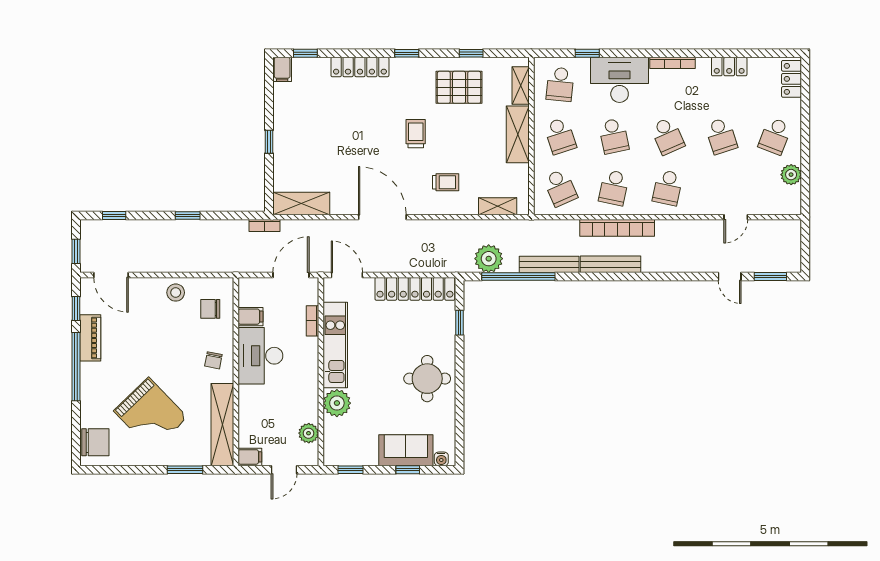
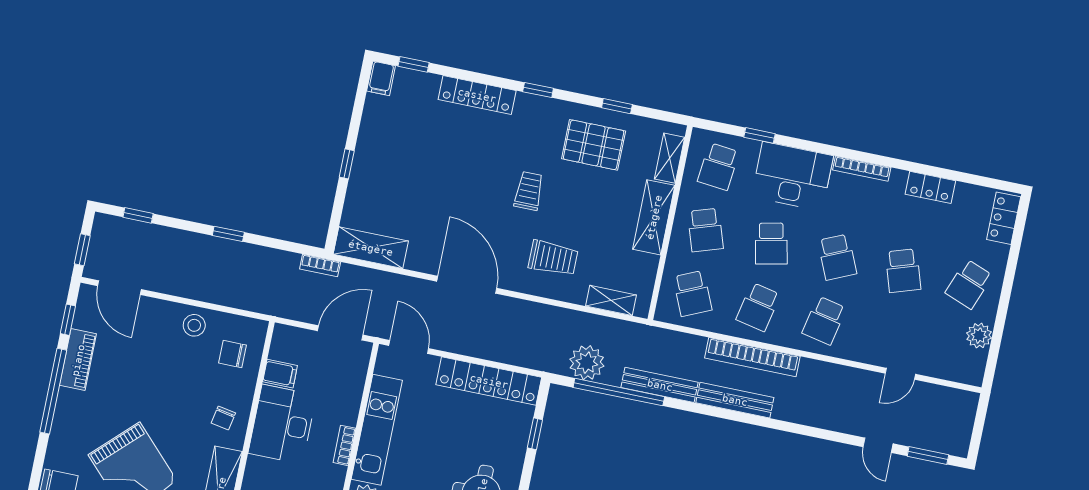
trolley: (446, 182) -> (553, 258), width x1.36, depth x1.39
bookcase: (312, 321) -> (344, 445), moved

